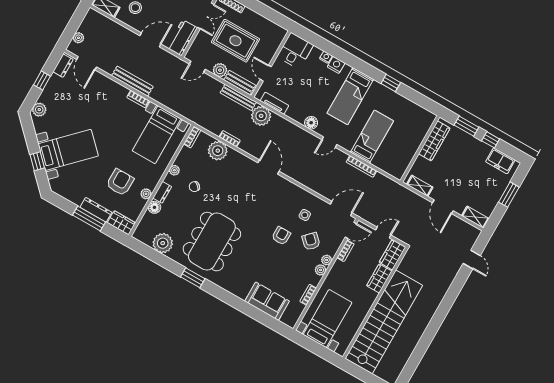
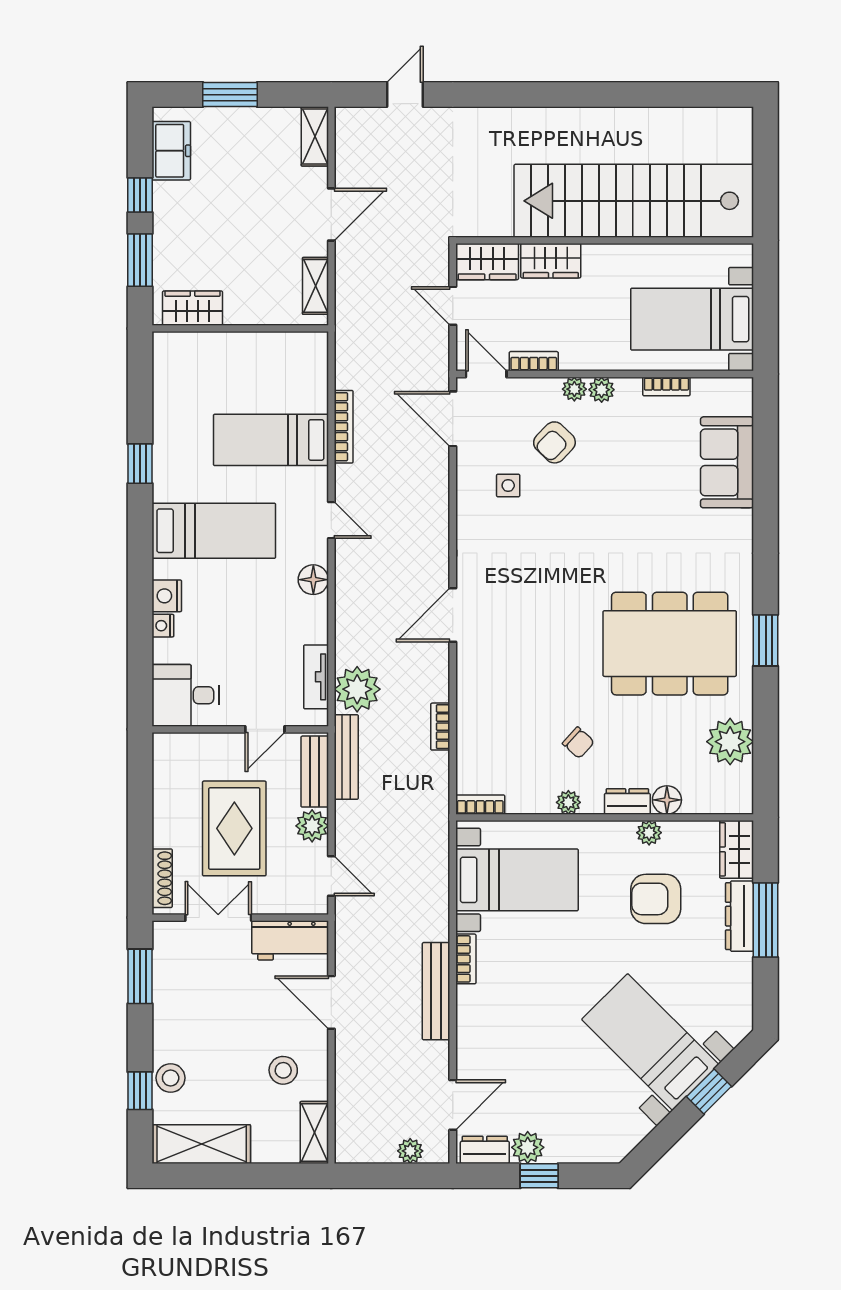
plant: (39, 110) -> (528, 1147), moved
wardrobe: (434, 141) -> (193, 308), width x0.67
plant: (218, 151) -> (478, 737), removed
armchair: (281, 236) -> (578, 509), removed

